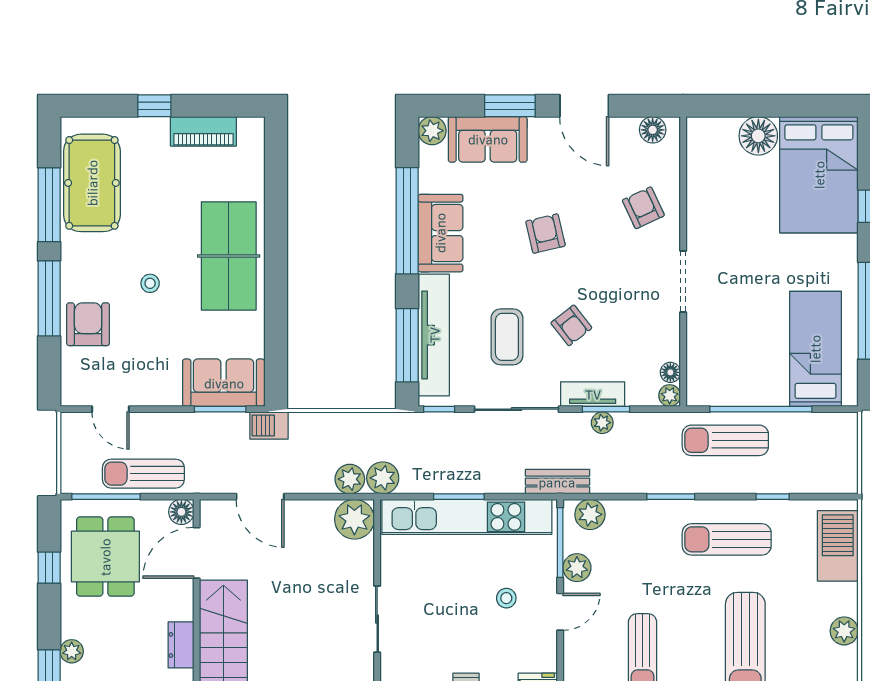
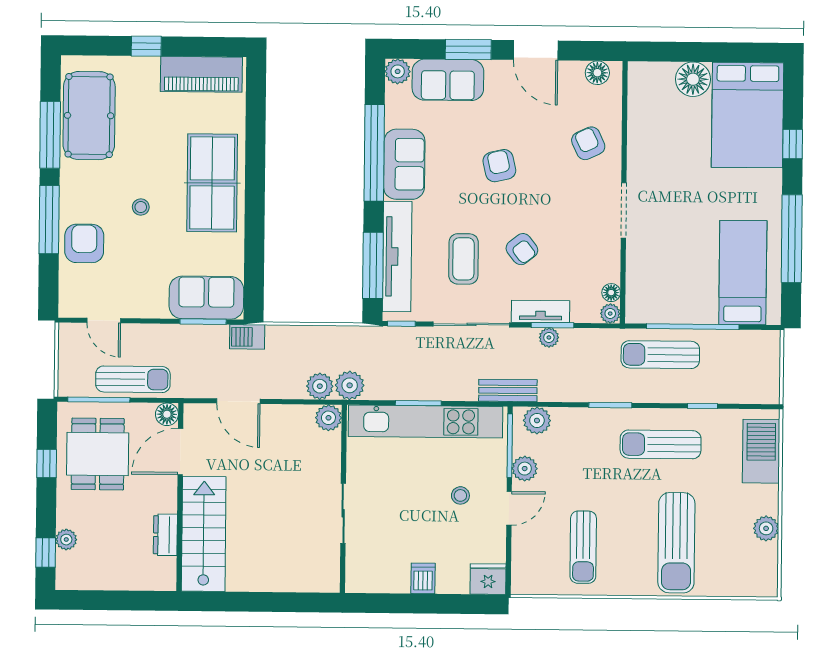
piano: (203, 131) -> (201, 74), width x1.37, depth x1.33
sun lounger: (143, 474) -> (133, 379), turned 180
plant: (354, 519) -> (328, 418), width x0.73, depth x0.73

